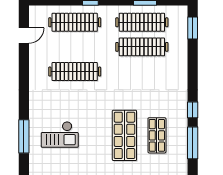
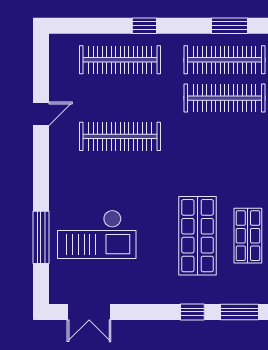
door: (24, 35) -> (41, 114), moved
checkout: (60, 134) -> (97, 234), width x1.36, depth x1.21

